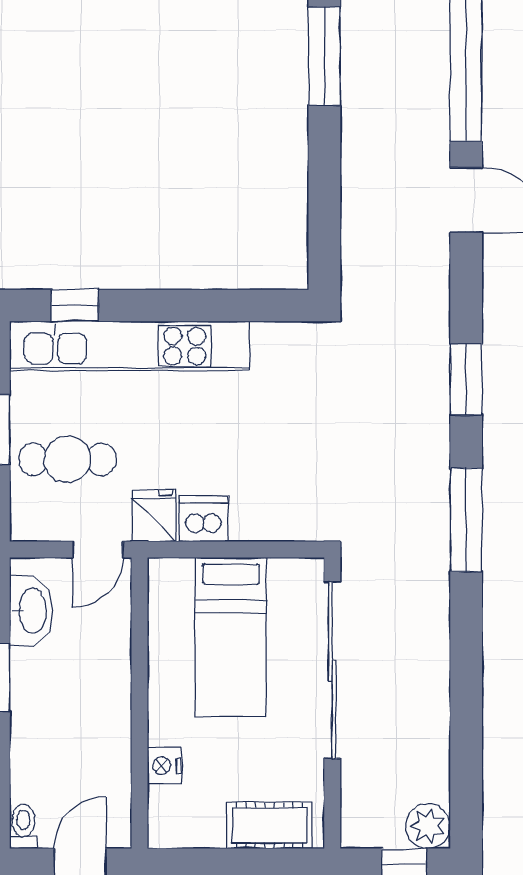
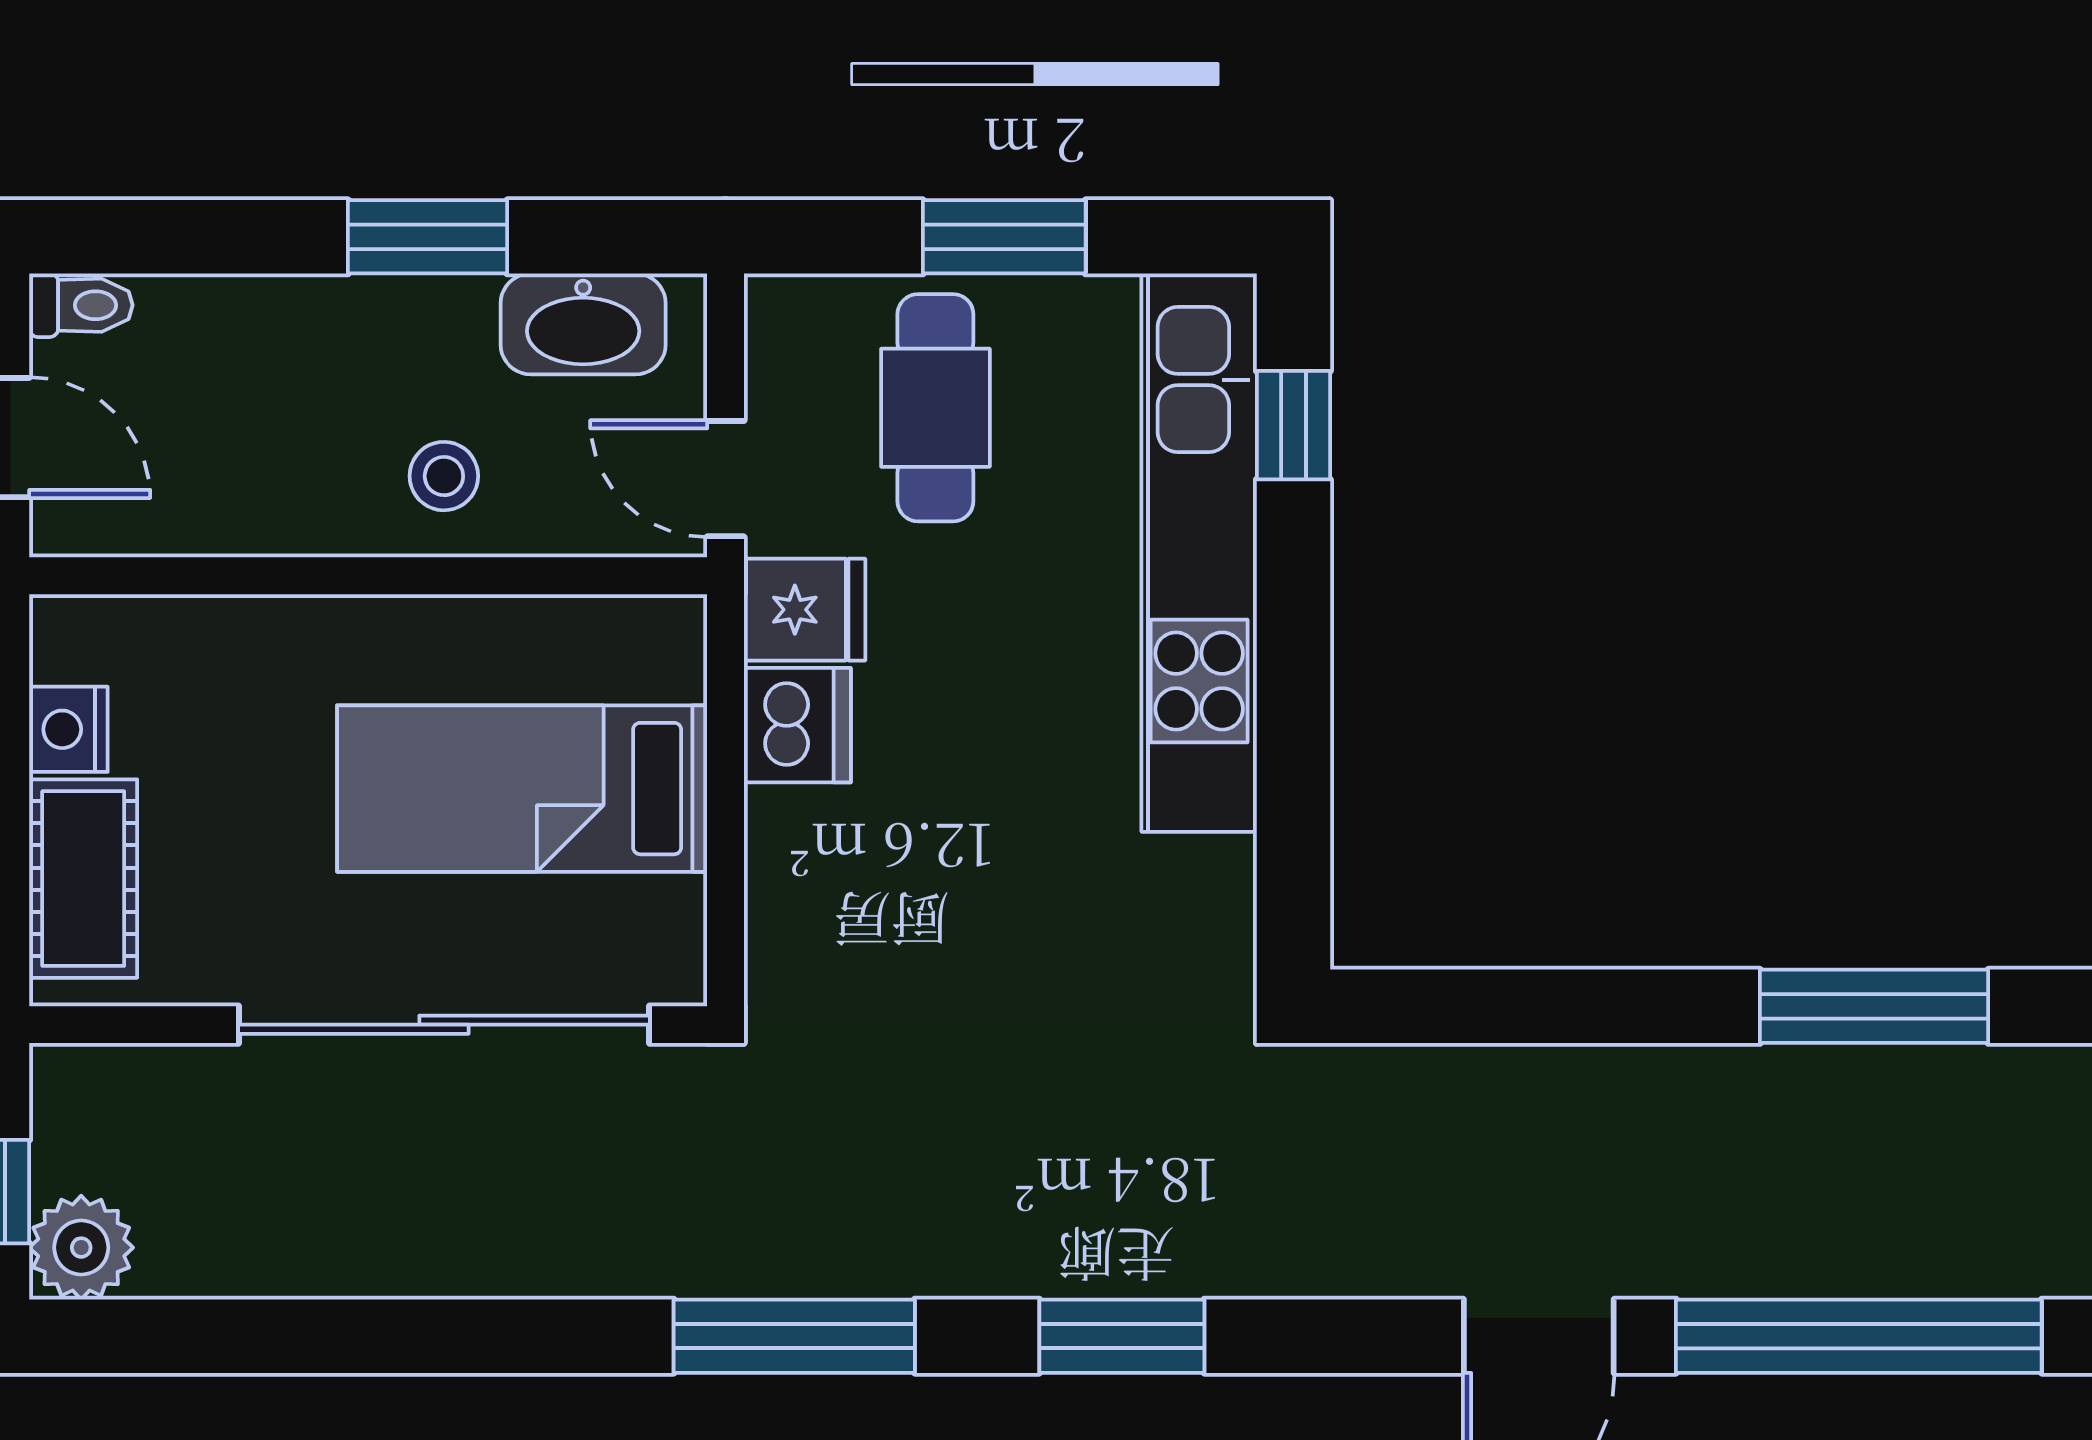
stool: (97, 670) -> (444, 476), added
nightstand: (164, 766) -> (68, 729), moved, turned -90

